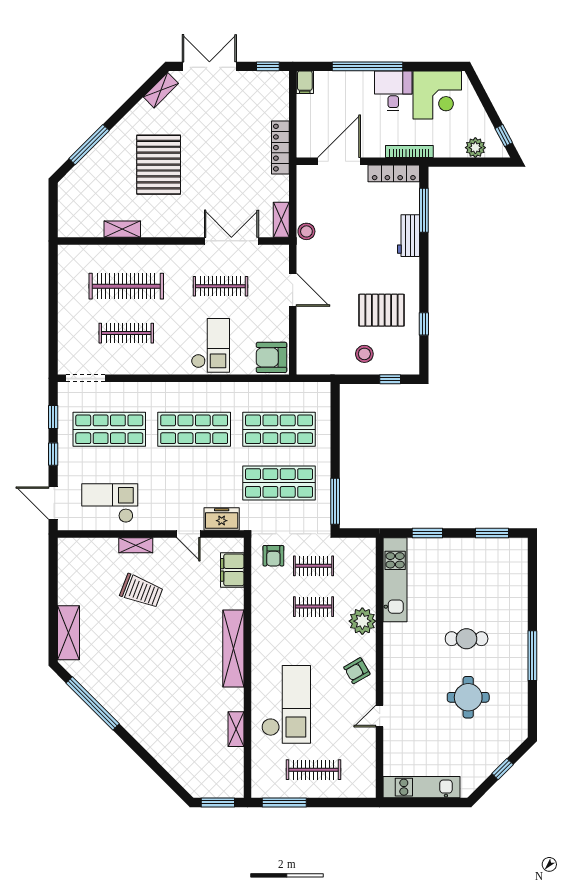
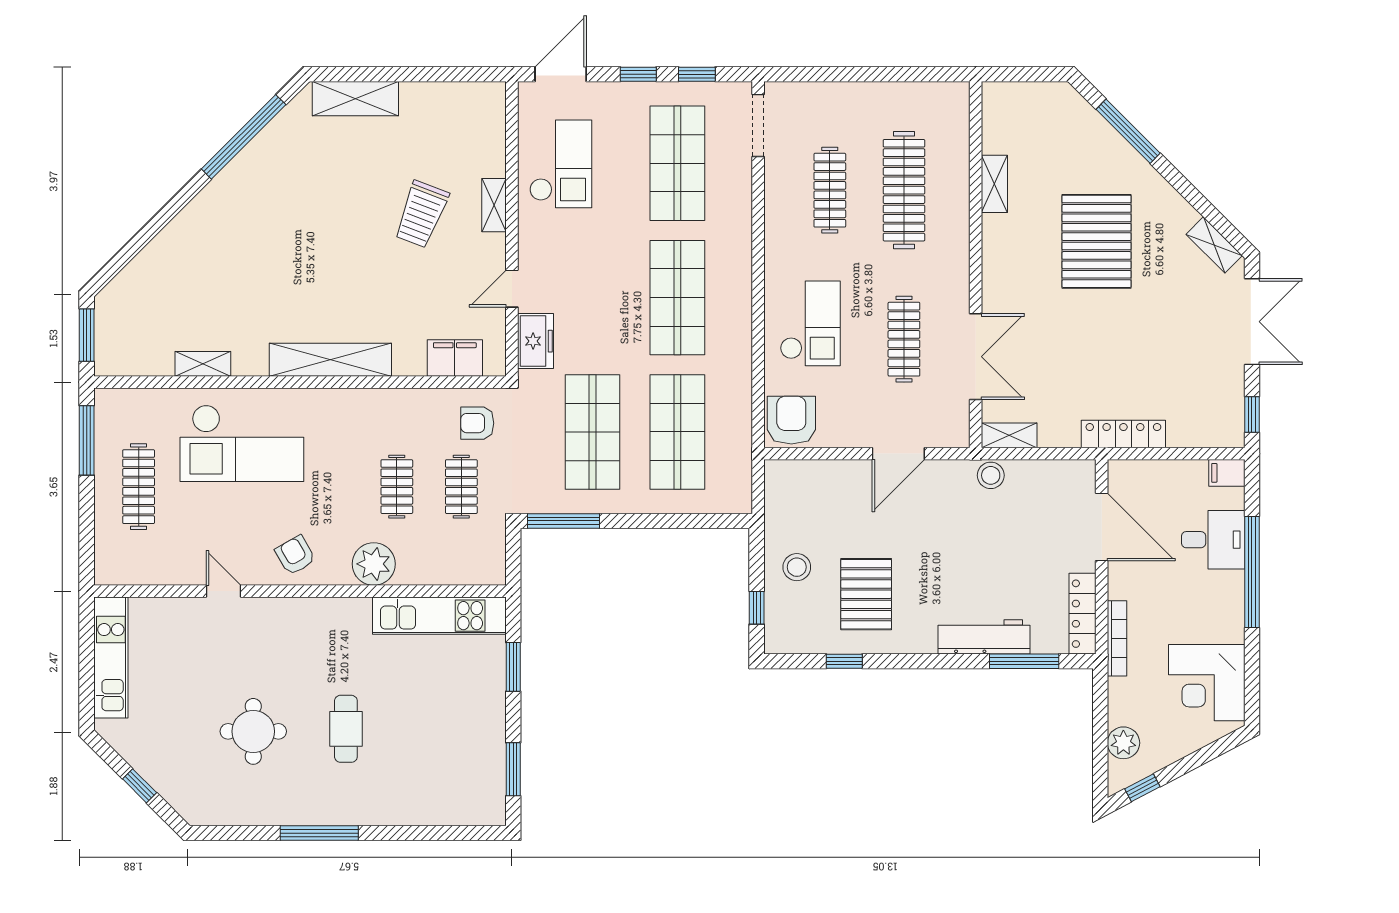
desk: (393, 91) -> (1213, 540), moved
pallet: (159, 165) -> (1097, 241), turned 90
workbench: (408, 236) -> (984, 637), width x1.38
checkout: (210, 345) -> (810, 323), turned -90

